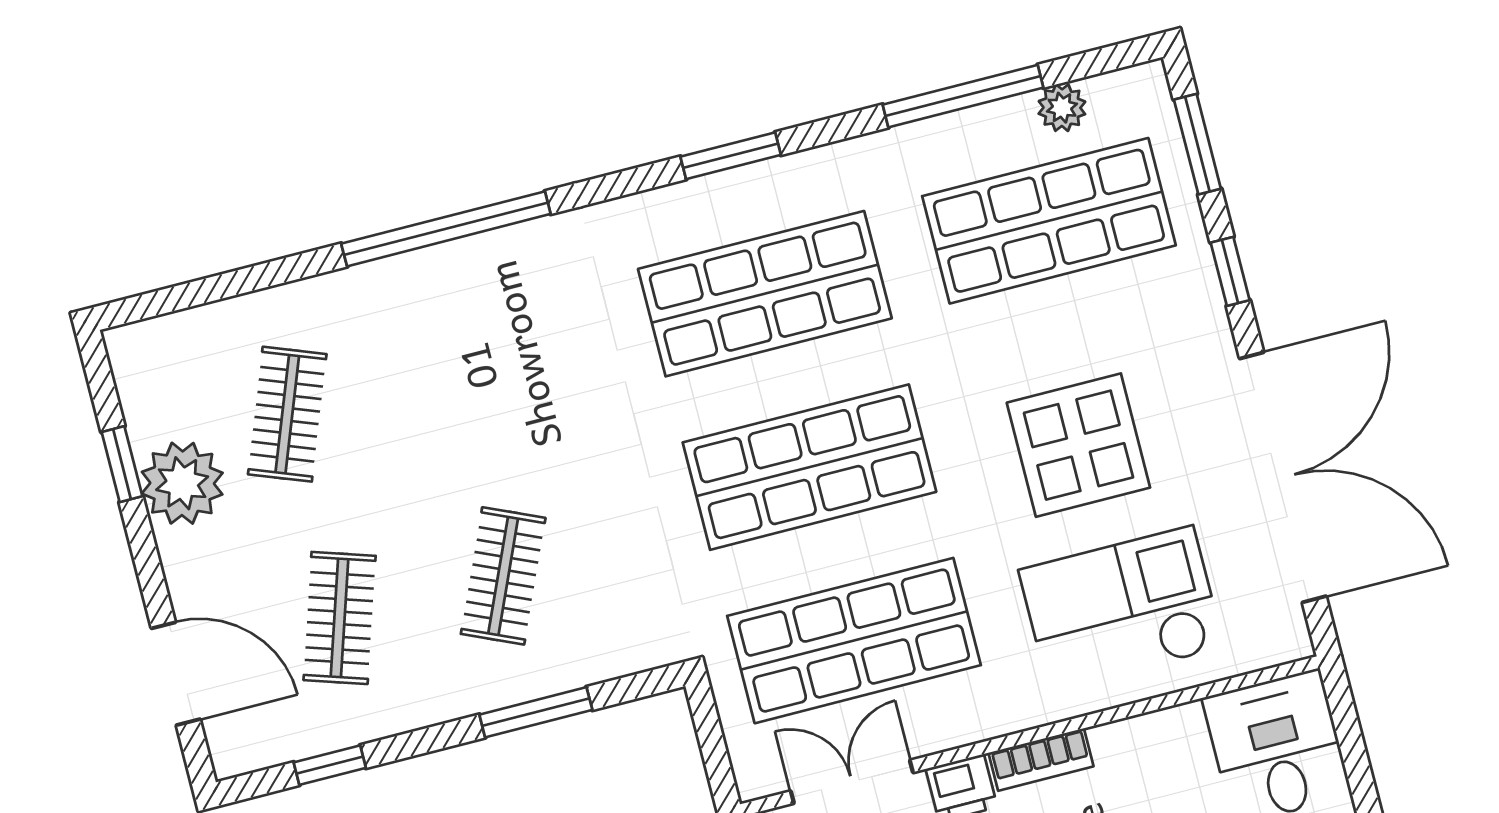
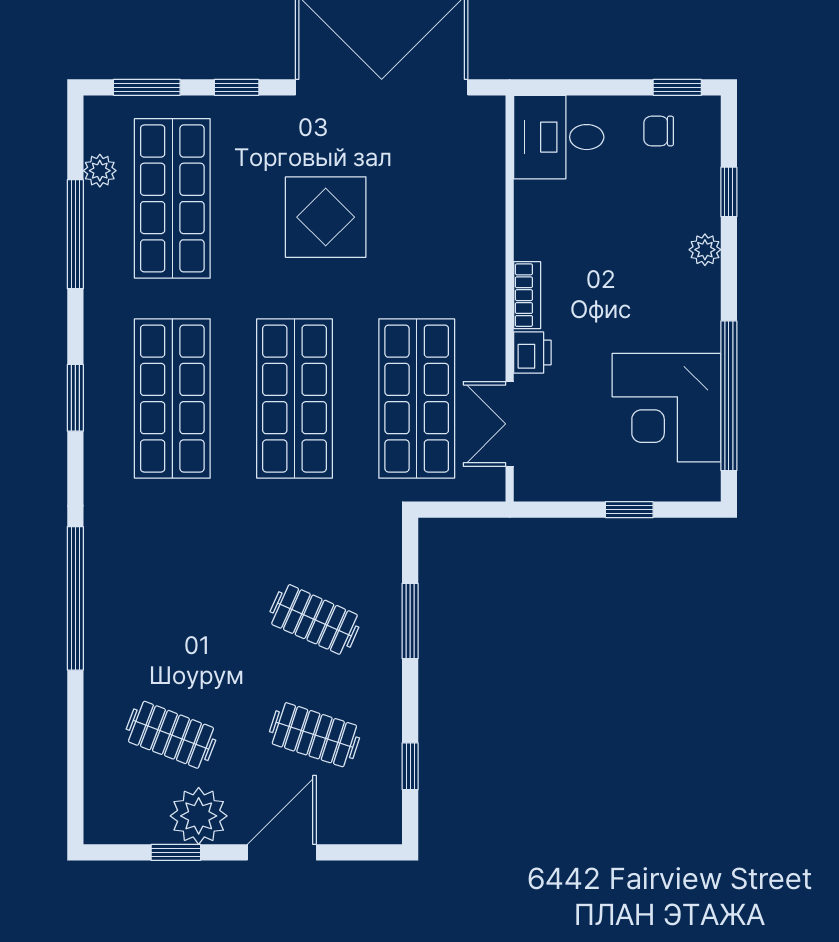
checkout: (1121, 609) -> (441, 216), removed
door: (176, 674) -> (282, 852), moved

